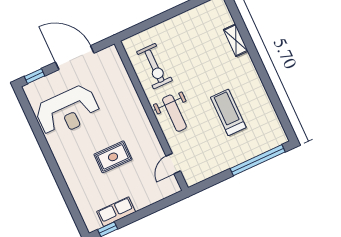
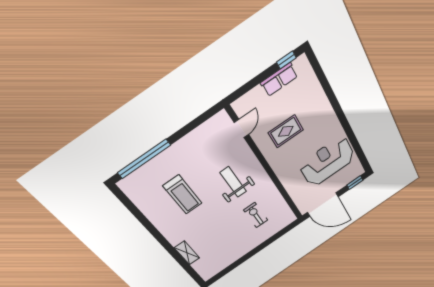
exercise bike: (154, 66) -> (256, 215), width x0.73, depth x0.72
wall: (151, 116) -> (266, 166), moved
door: (173, 164) -> (241, 128), moved

